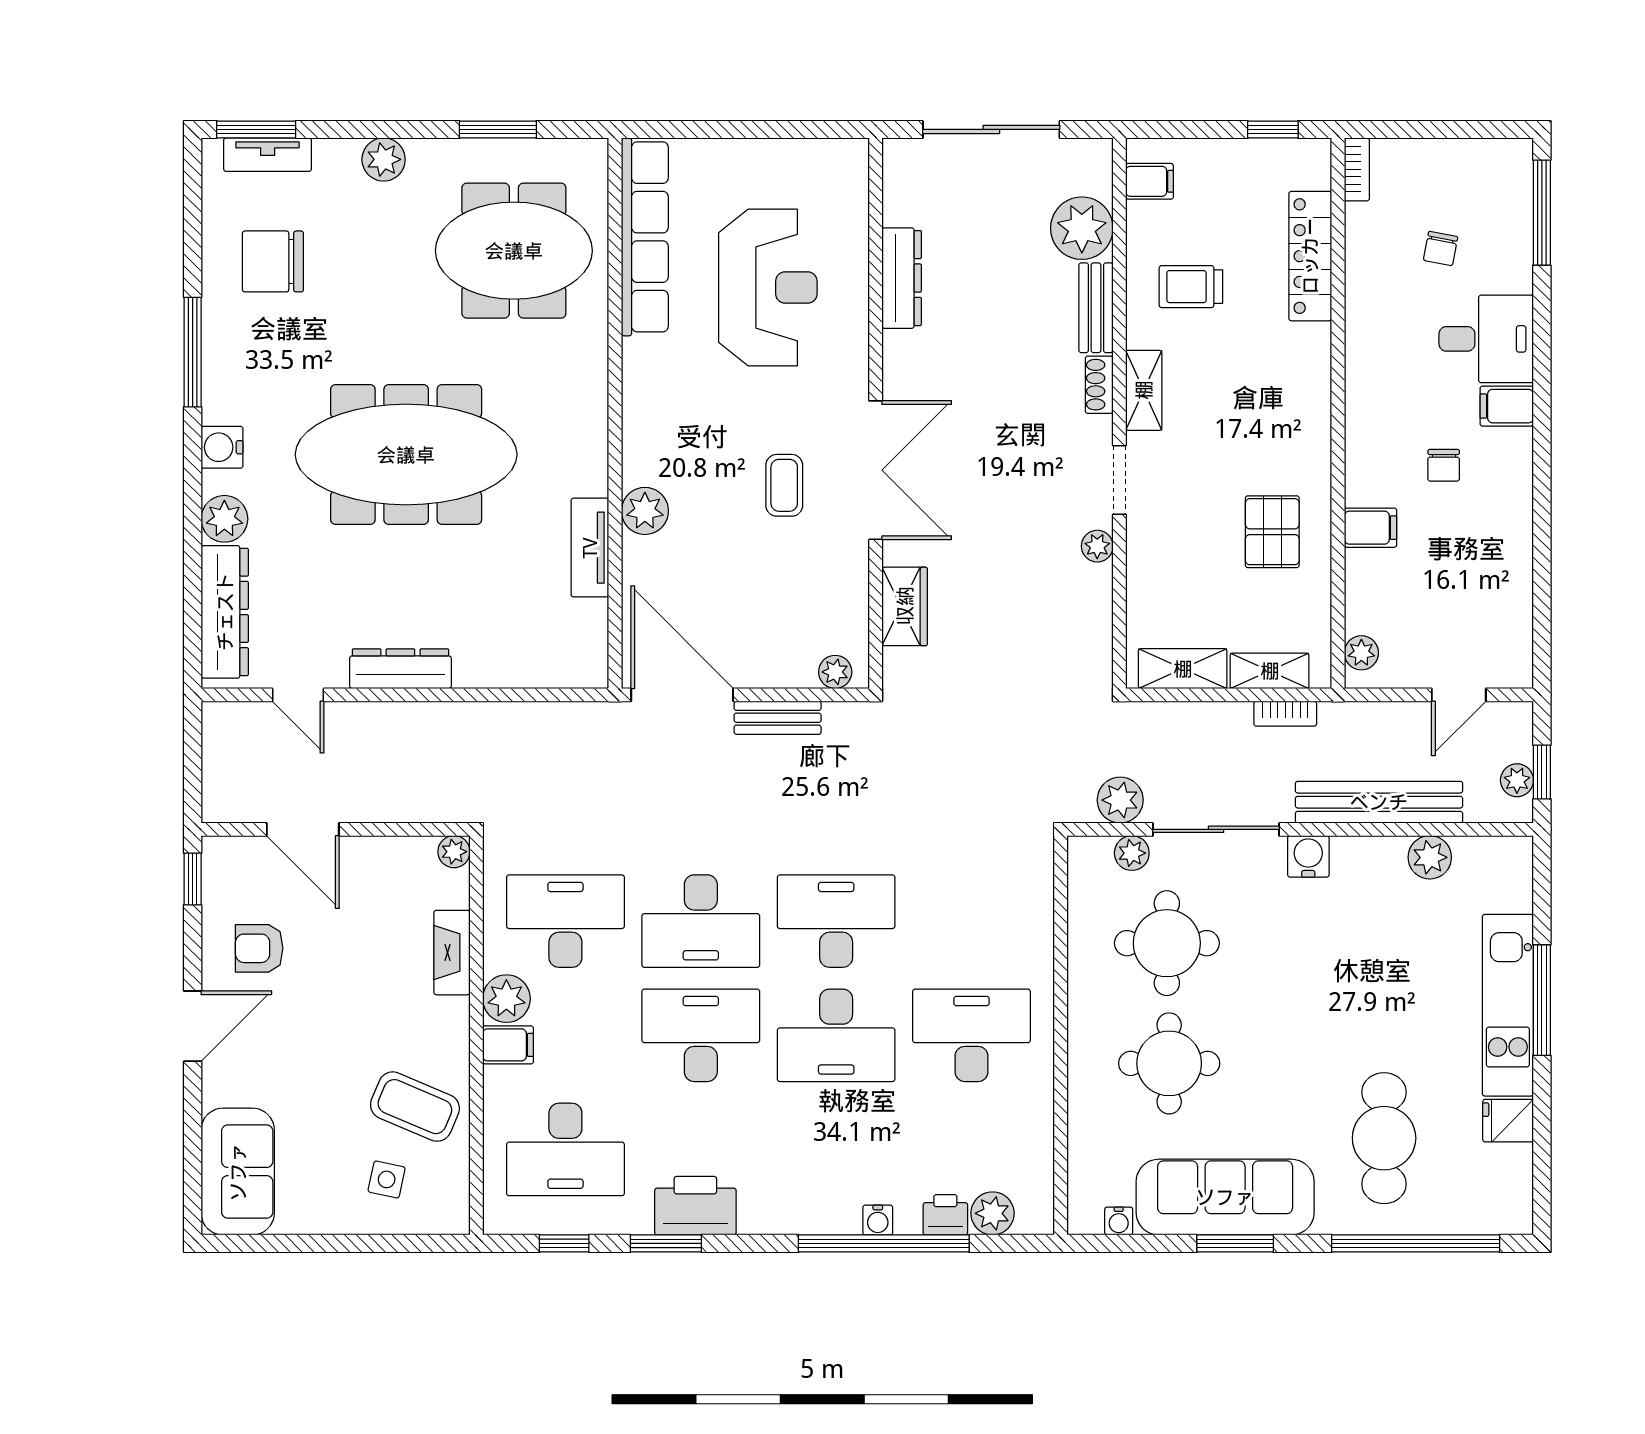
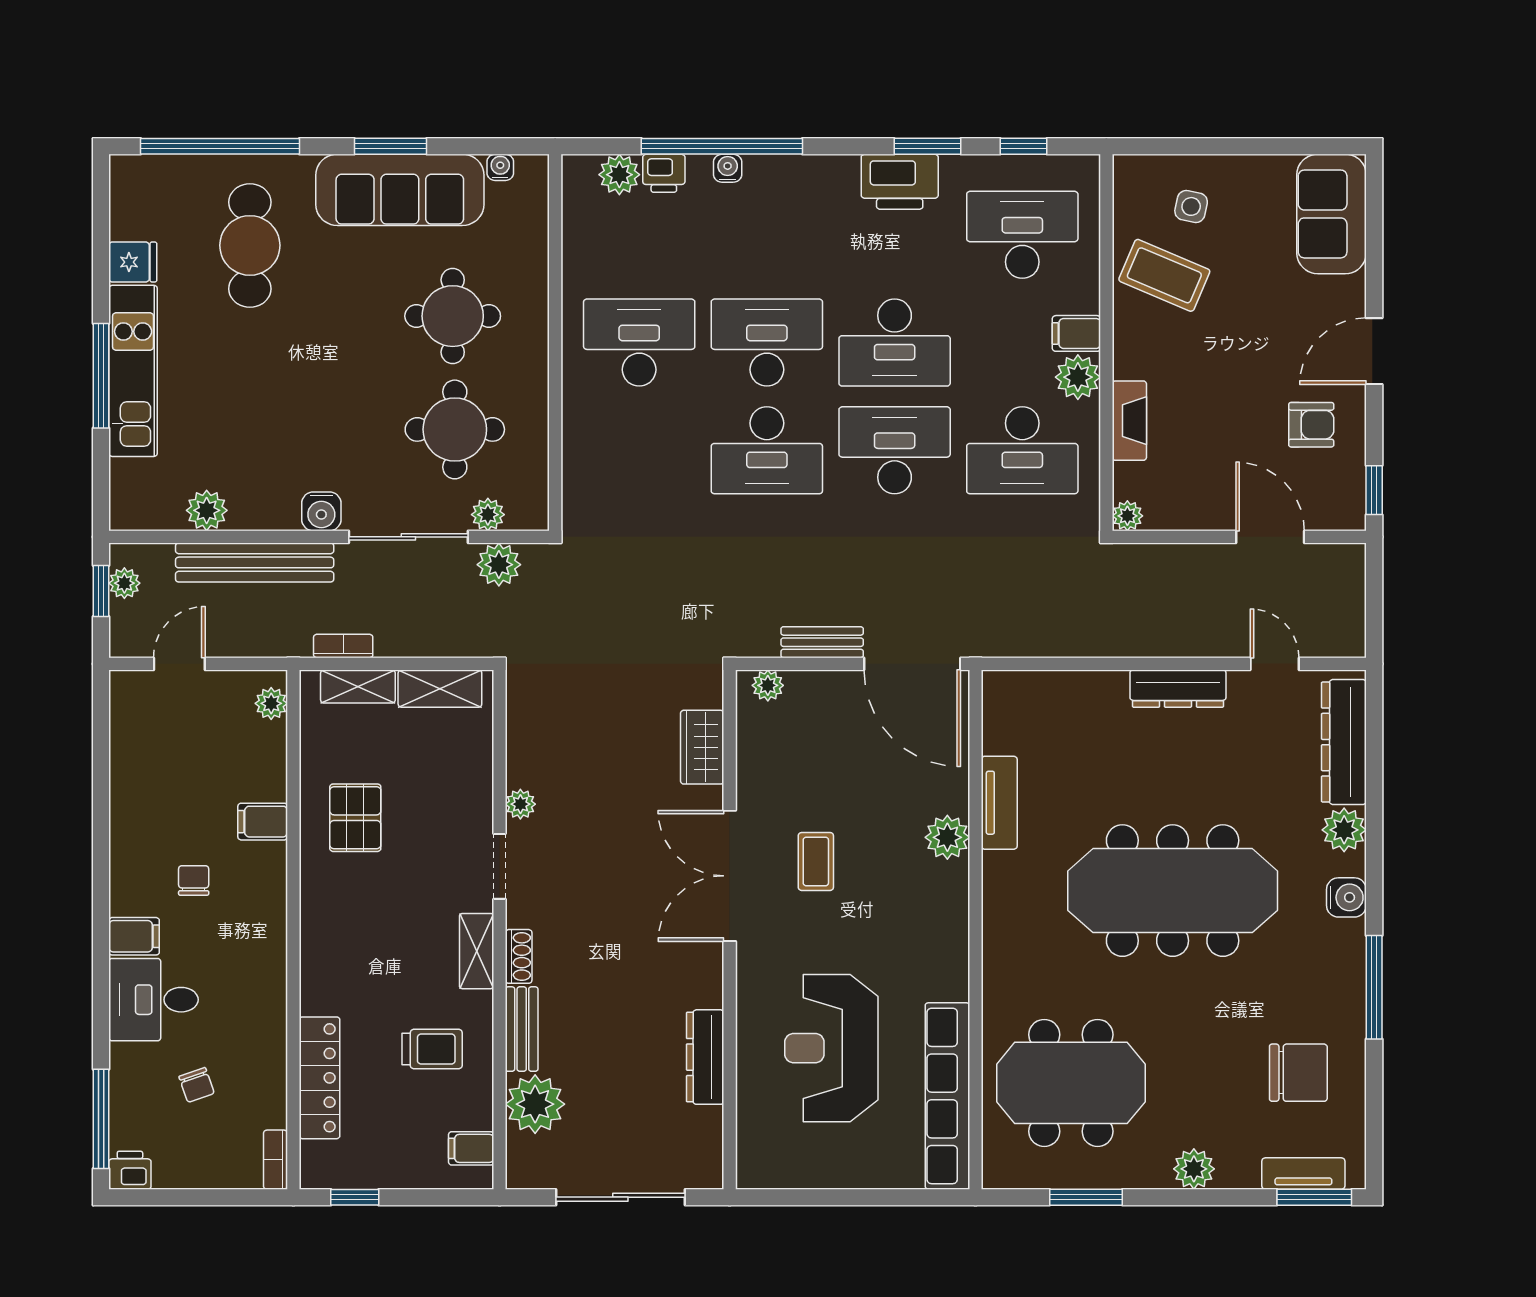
printer: (1511, 158) -> (130, 1170), added
chair: (1441, 249) -> (197, 1085), turned 150
desk: (971, 1035) -> (639, 343), turned 180

